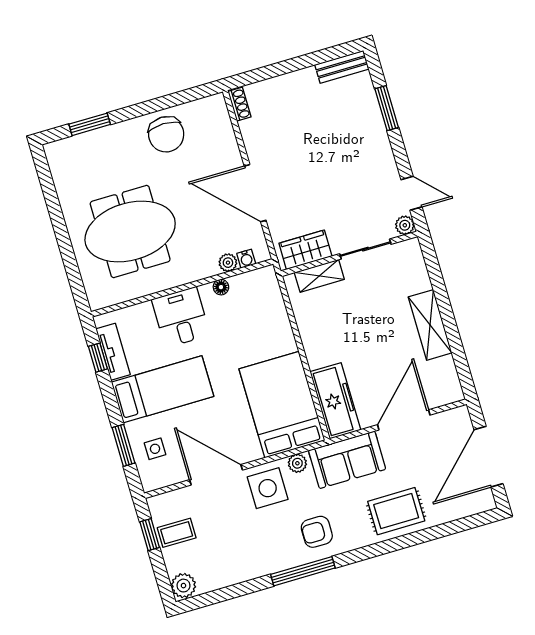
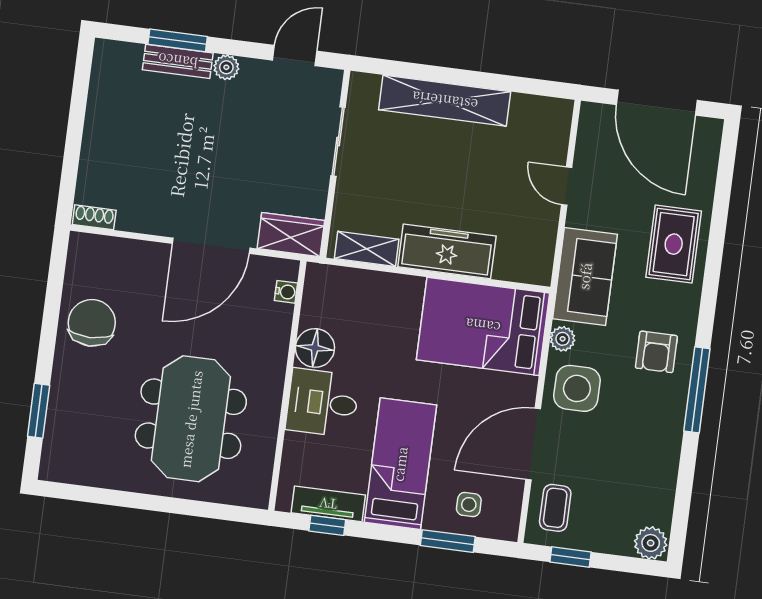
bench: (342, 67) -> (178, 61), moved, turned 90
chair: (166, 134) -> (92, 323), turned -90
plant: (405, 225) -> (226, 67), moved
wardrobe: (305, 250) -> (291, 235), moved, turned 90
plant: (228, 263) -> (281, 316), removed
shelving: (319, 276) -> (367, 249), moved, turned 90
floor lamp: (221, 287) -> (315, 348), width x1.89, depth x1.89
shelving: (430, 325) -> (445, 101), width x1.47
freezer: (335, 401) -> (447, 251), moved
door: (404, 420) -> (567, 186), width x0.53
coffee table: (177, 533) -> (555, 508), moved

